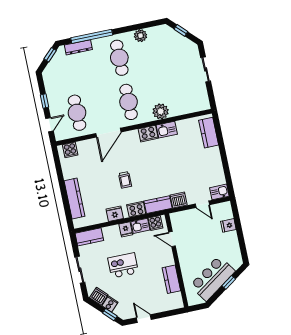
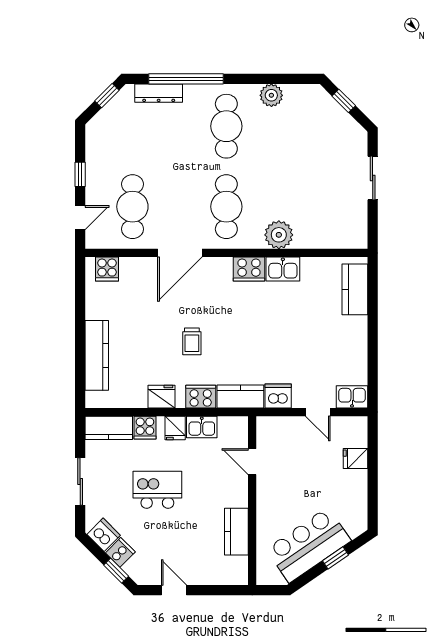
cooker: (156, 223) -> (145, 428), moved

